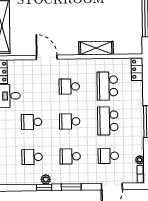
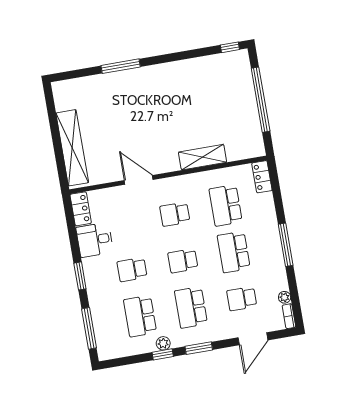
school desk: (70, 156) -> (191, 307), width x1.85
school desk: (32, 157) -> (140, 316), width x1.85

